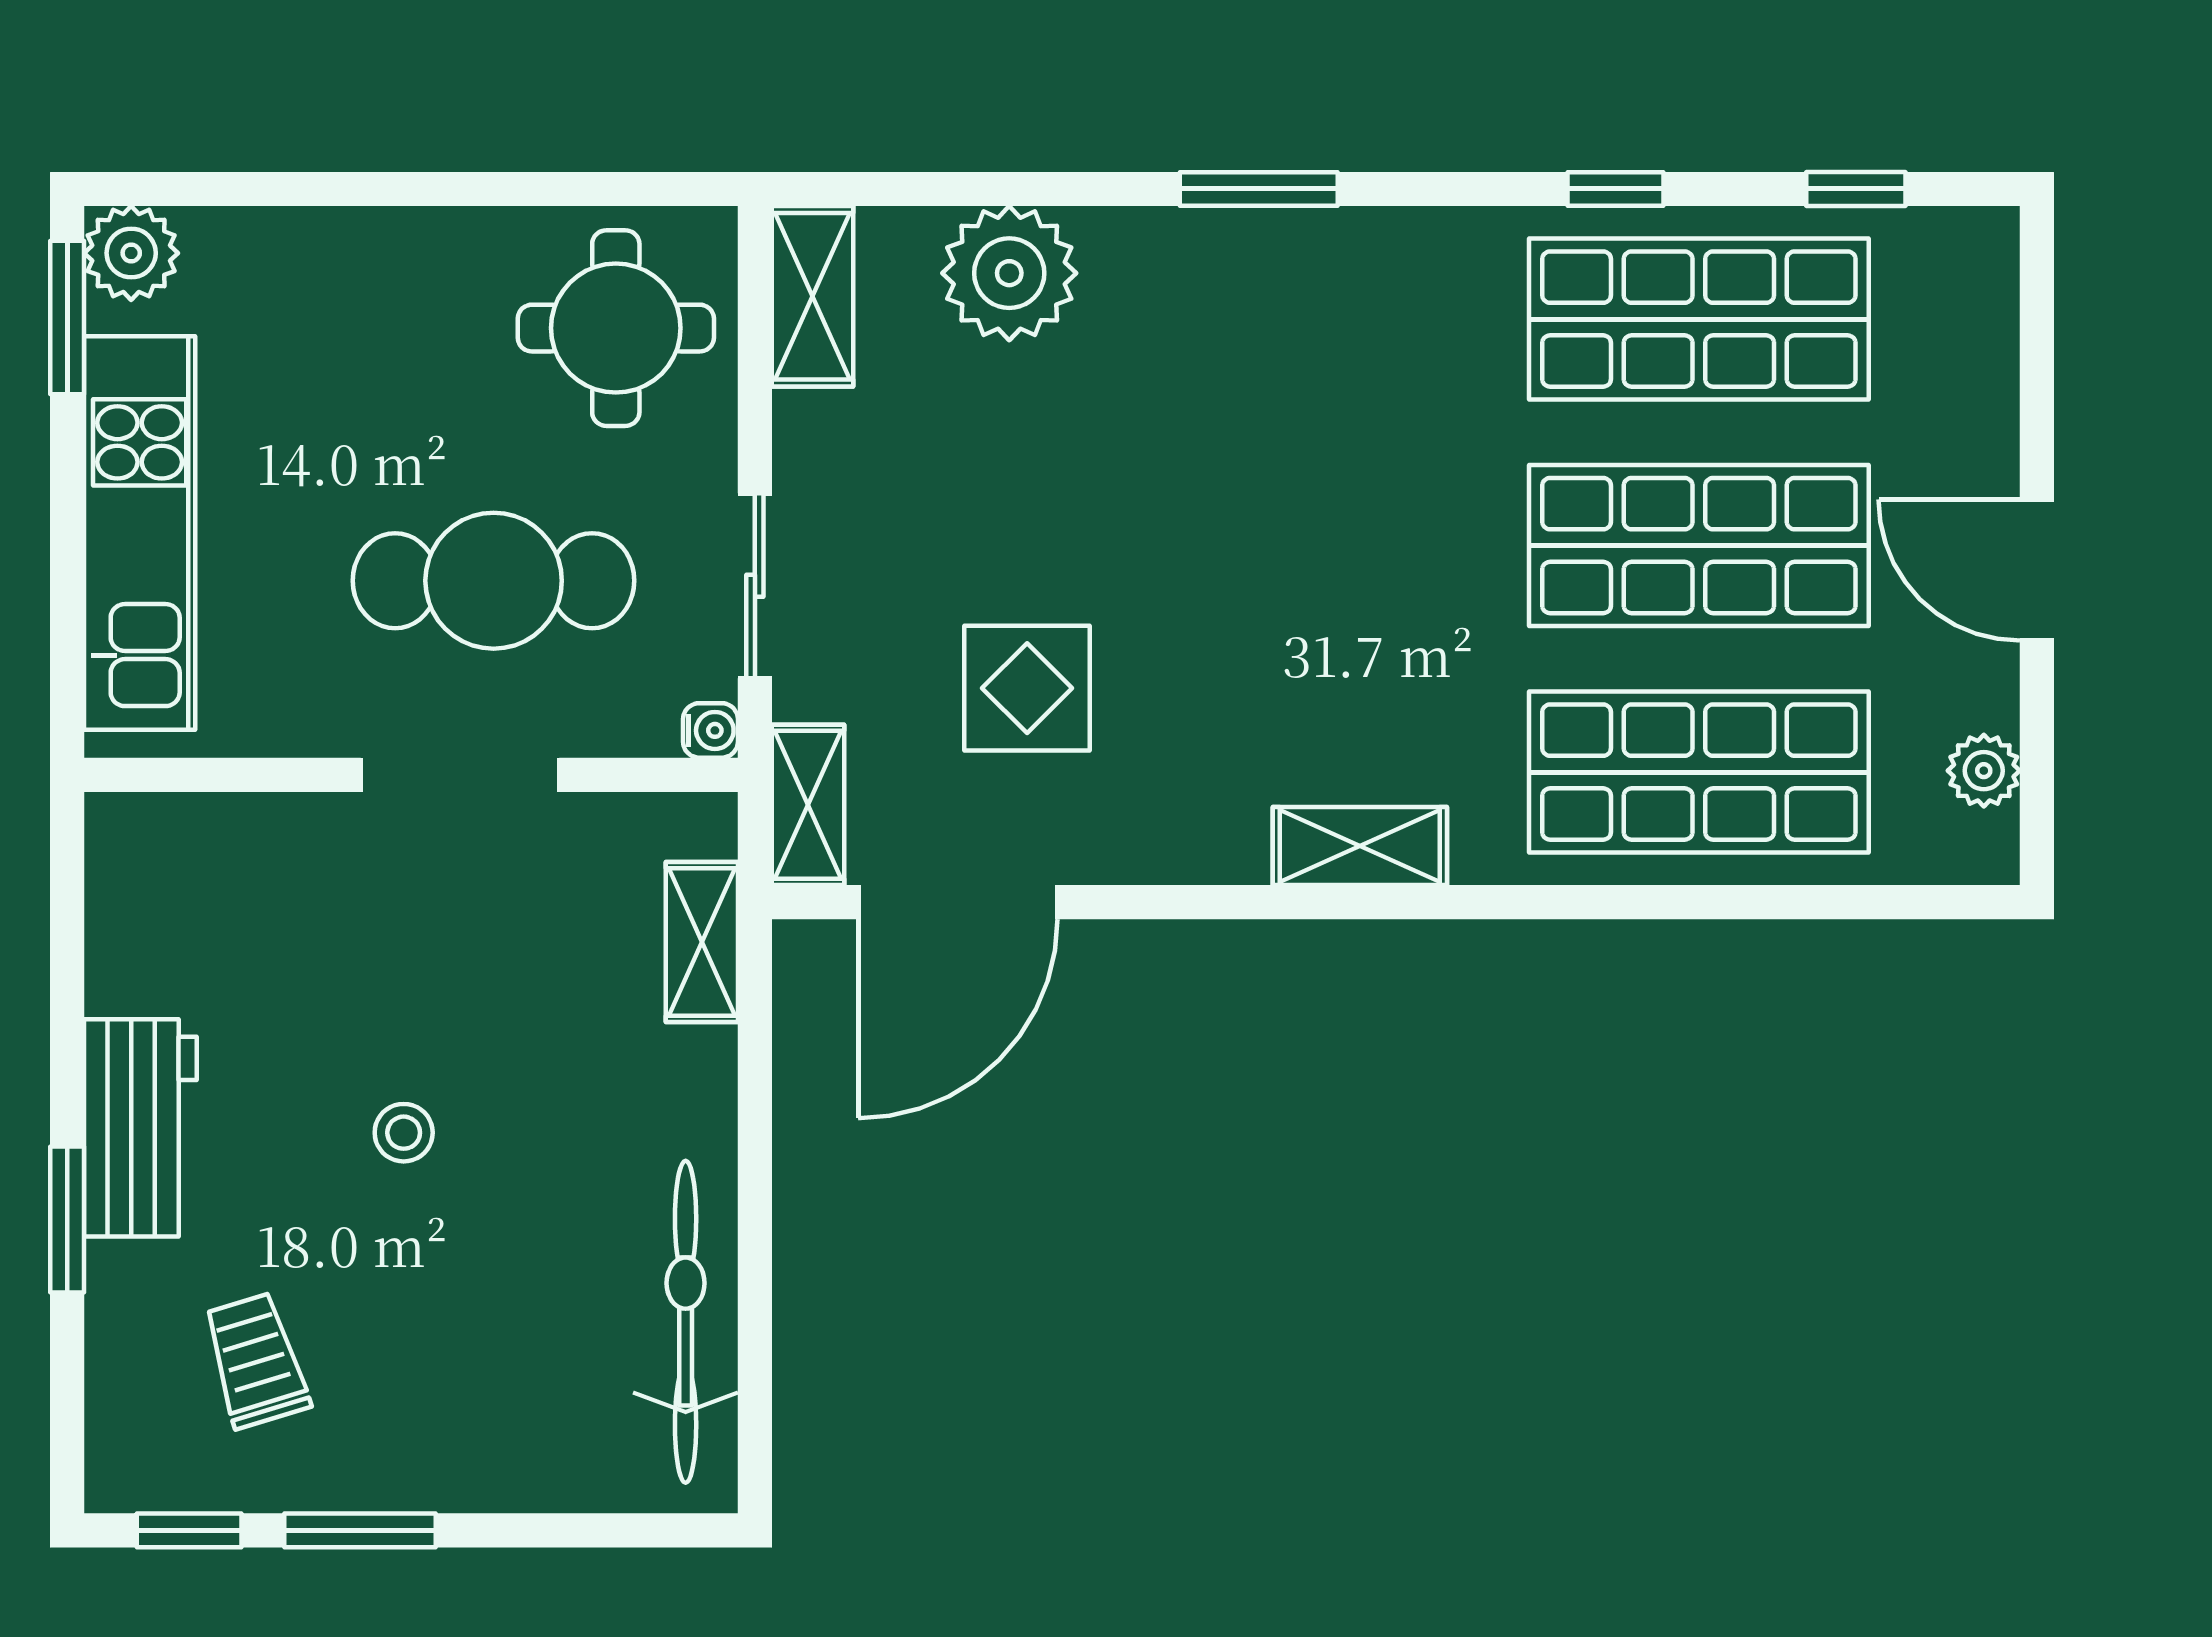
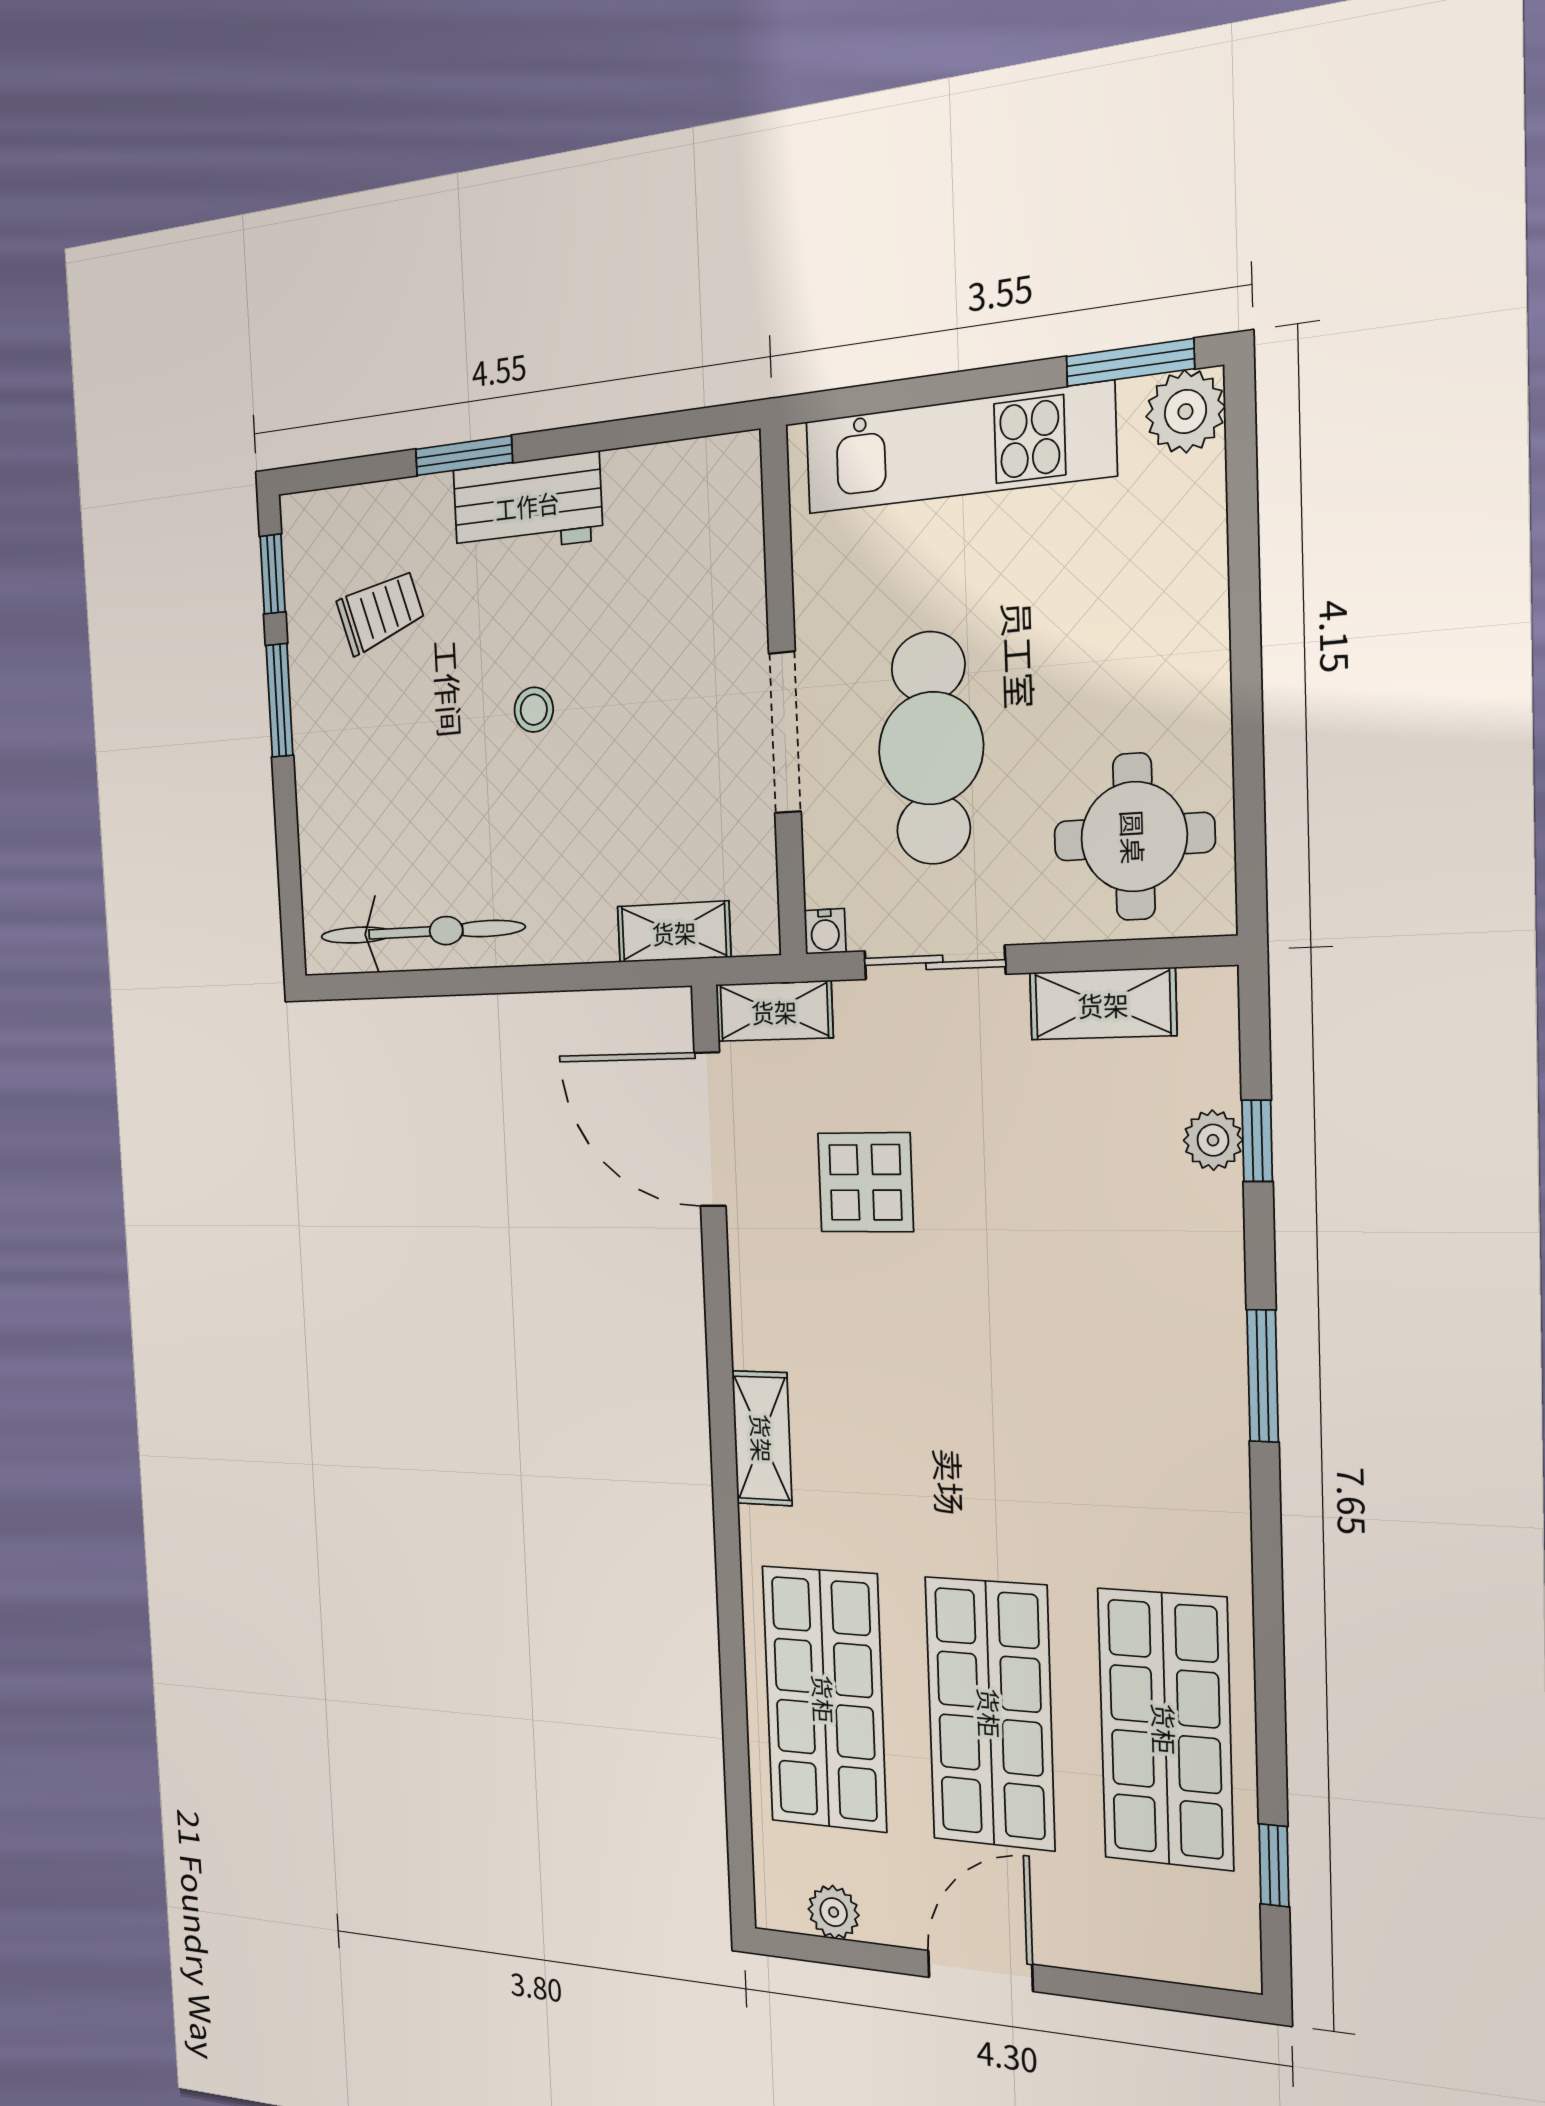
window: (1616, 189) -> (1257, 1141), moved
plant: (1009, 273) -> (1213, 1140), width x0.53, depth x0.53
shelving: (812, 296) -> (1103, 1004), moved

